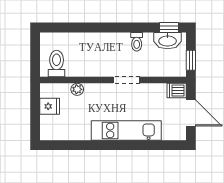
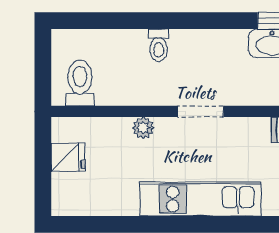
toilet: (137, 42) -> (159, 45), moved
plant: (77, 89) -> (143, 128), moved

